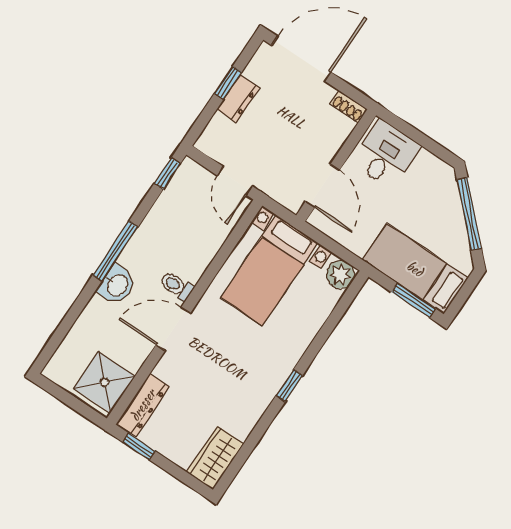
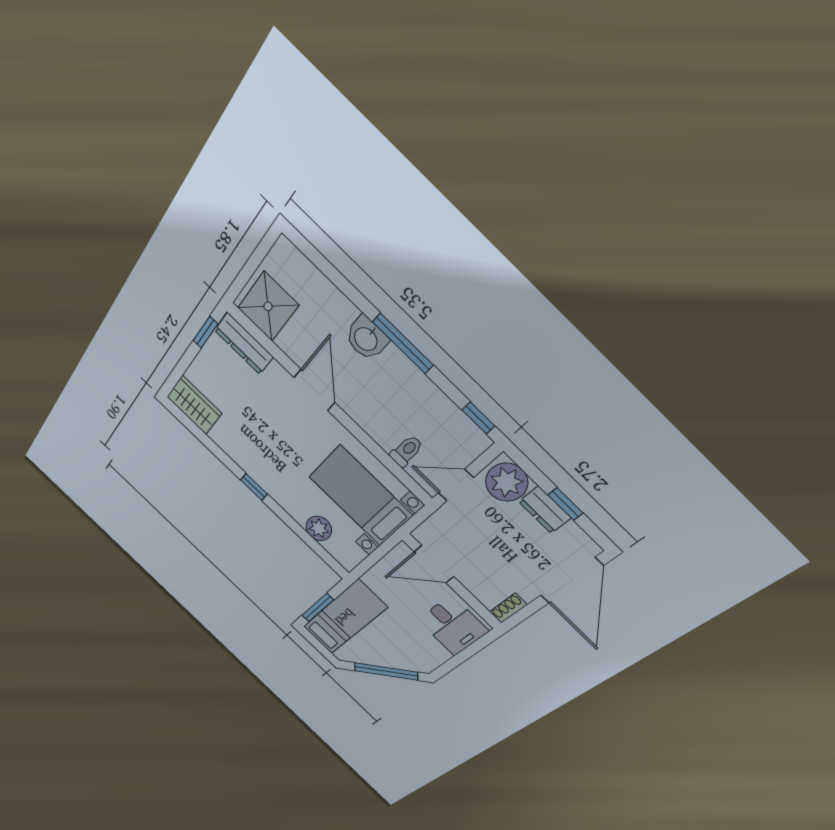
plant: (221, 137) -> (507, 482), added
plant: (340, 275) -> (319, 528), moved
toilet: (177, 286) -> (406, 451), moved

